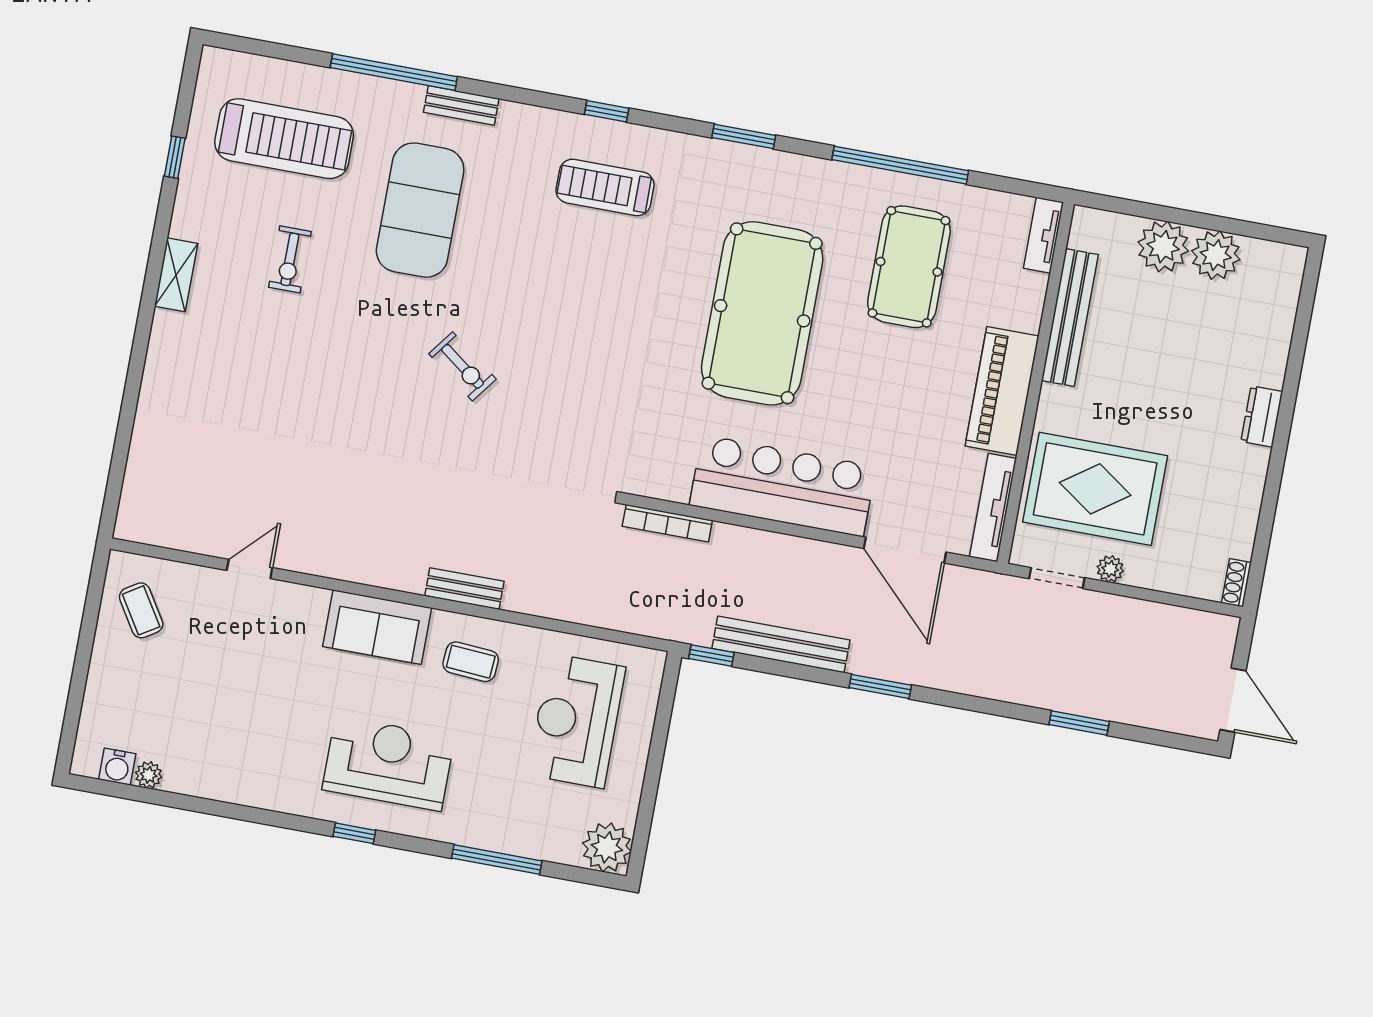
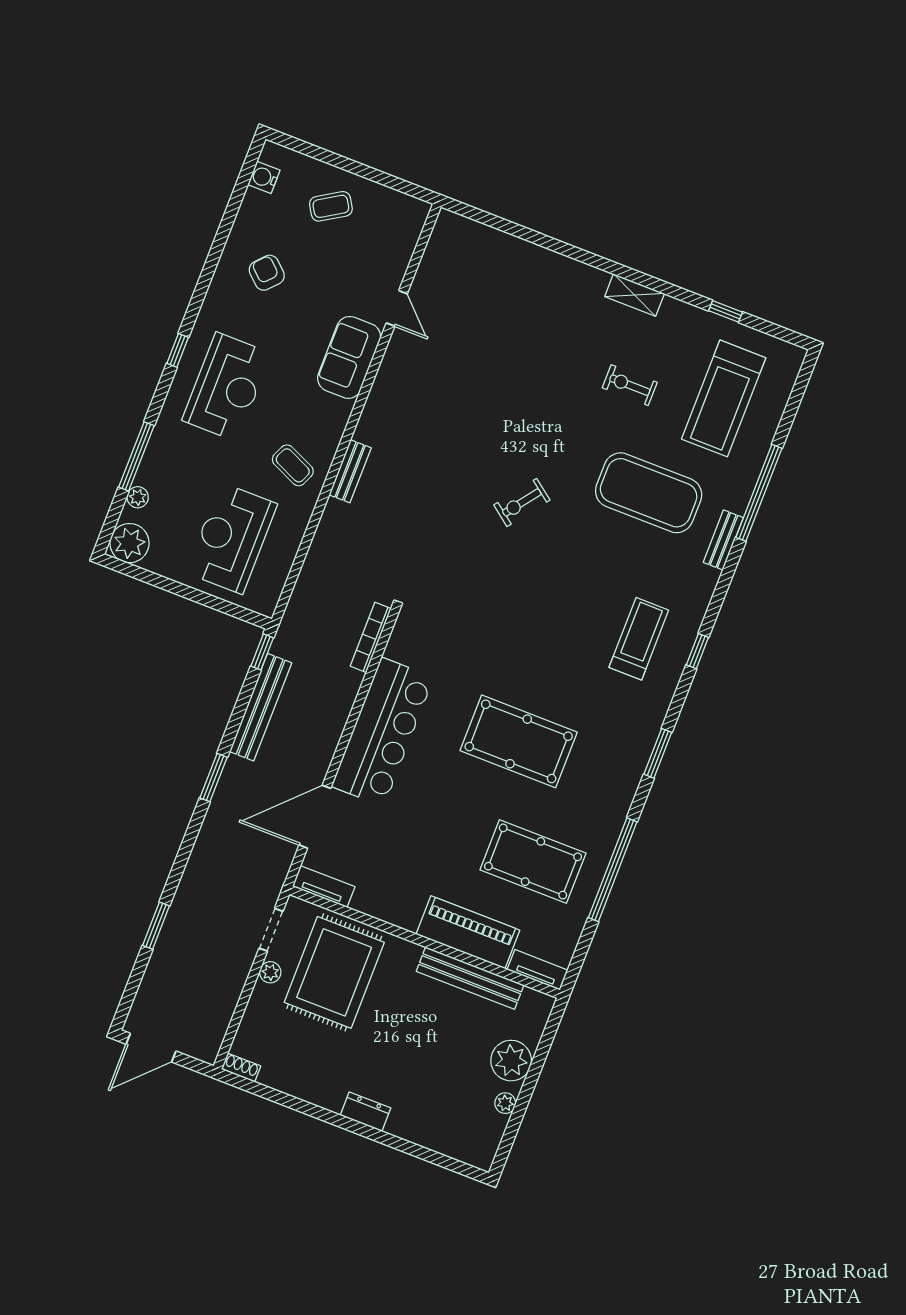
plant: (1216, 255) -> (505, 1103), width x0.53, depth x0.53
pool table: (762, 313) -> (519, 741), width x0.73, depth x0.76
piano: (1002, 391) -> (468, 932), moved
tv unit: (993, 508) -> (324, 887), width x0.71
coffee table: (141, 610) -> (331, 206), moved
sofa: (377, 627) -> (349, 357), moved
coffee table: (471, 662) -> (293, 465), turned -70
reception desk: (577, 721) -> (232, 538), turned -90
armchair: (236, 740) -> (267, 273), added
plant: (149, 775) -> (138, 497), moved

